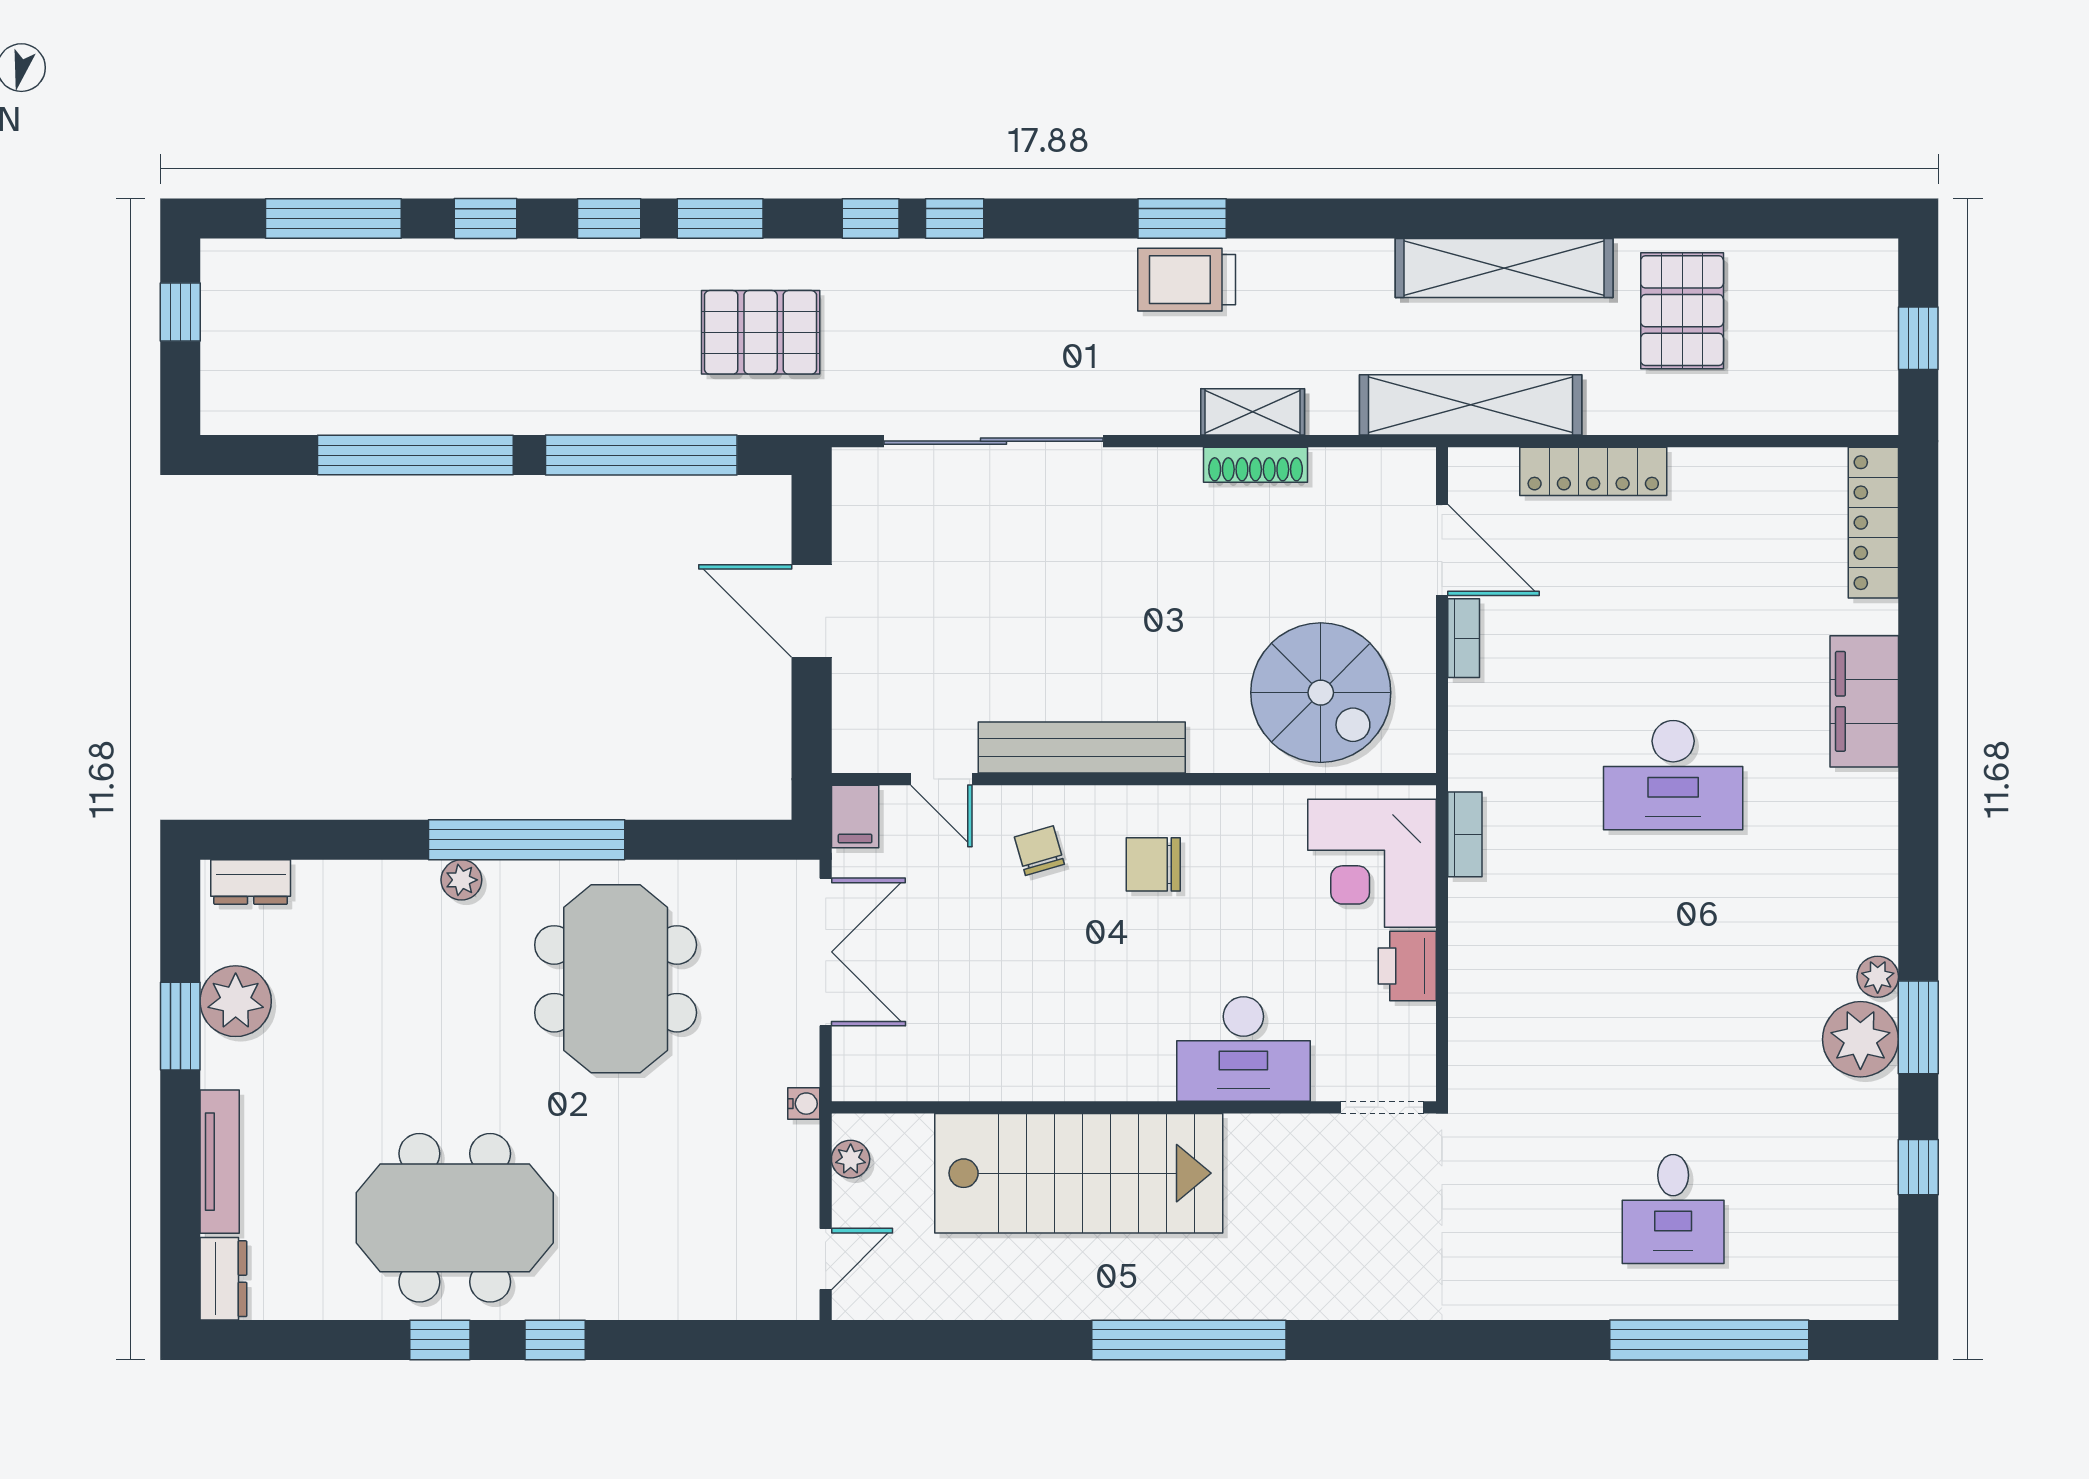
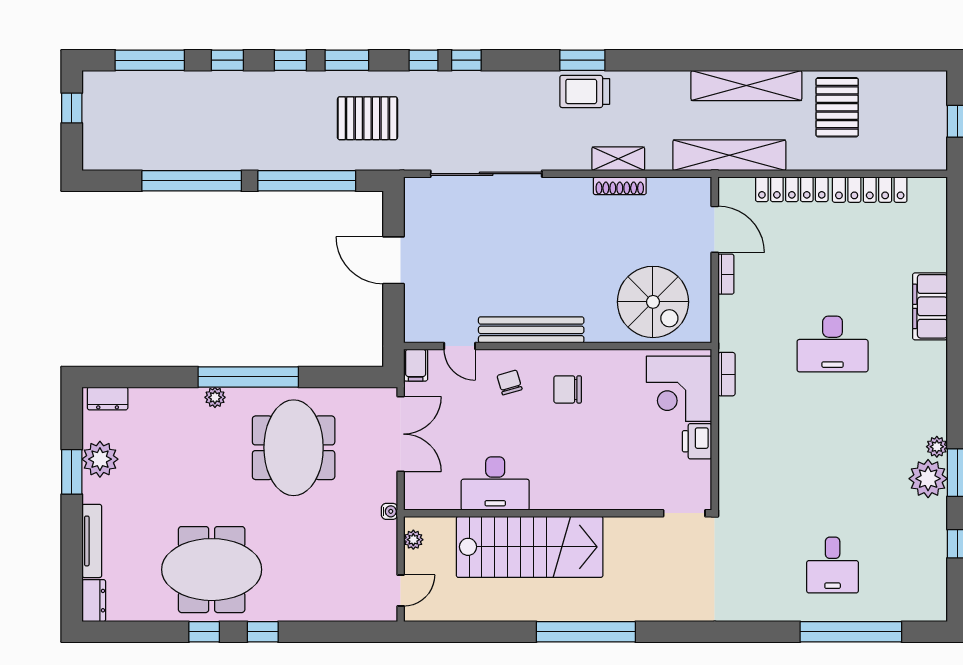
locker: (1873, 523) -> (870, 190), moved, turned -90
desk: (1243, 1049) -> (495, 483), moved

